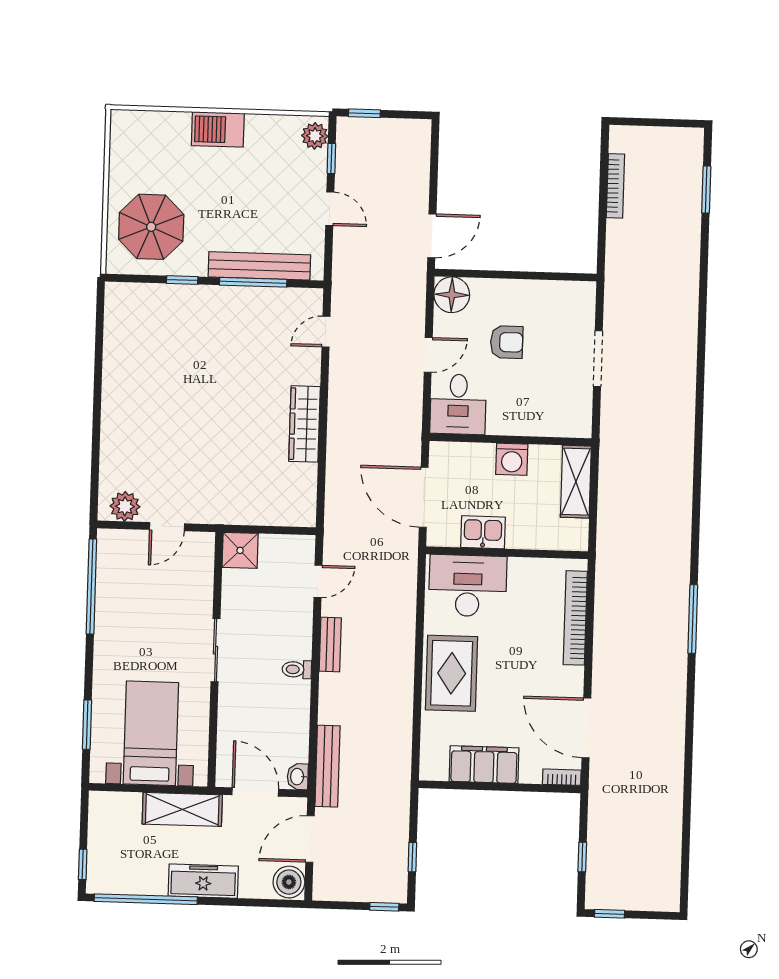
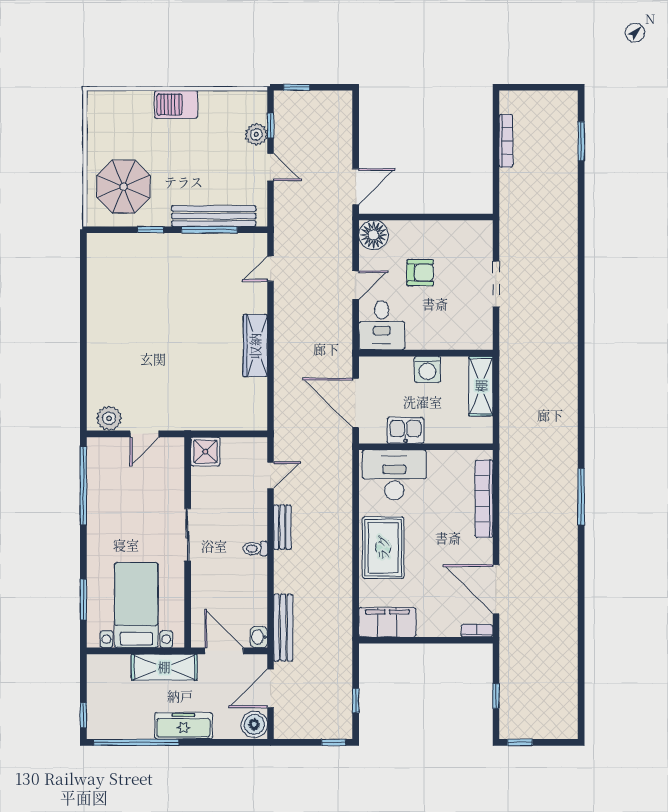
plant: (315, 136) -> (256, 134), moved
filing cabinet: (484, 765) -> (387, 622), moved

